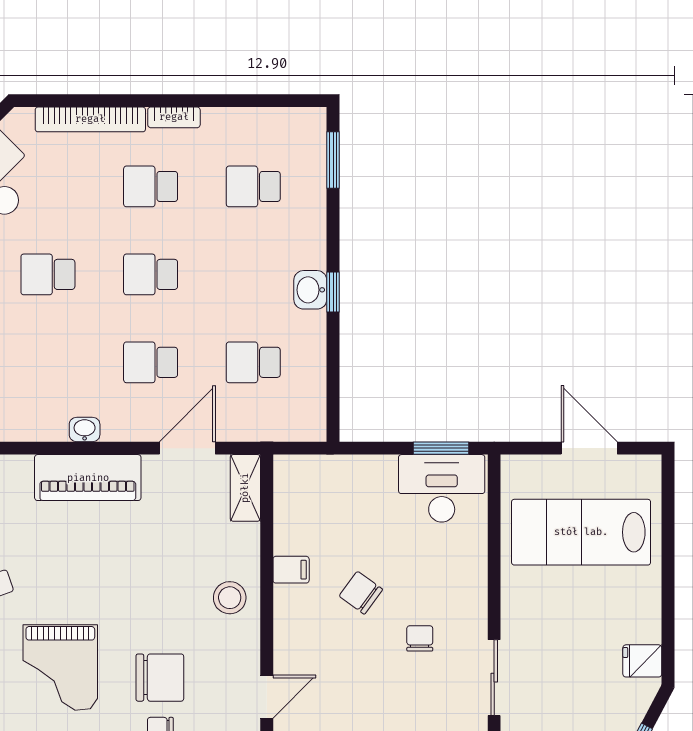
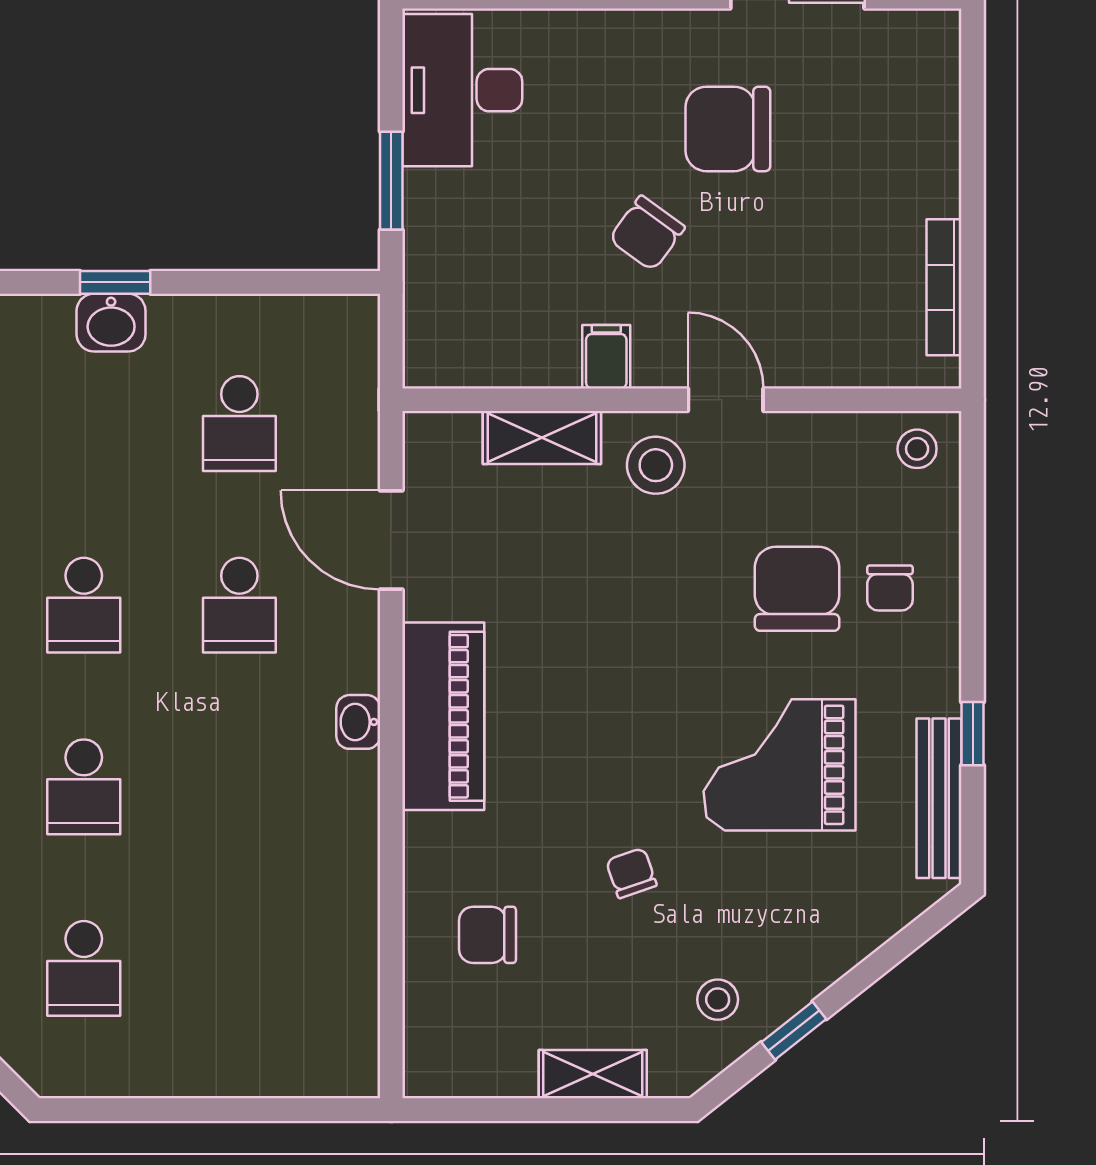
window: (441, 448) -> (391, 181), moved
shelving: (245, 488) -> (542, 438), moved
chair: (420, 638) -> (728, 129), width x1.87, depth x1.87
grand piano: (60, 668) -> (779, 765), turned 180
door: (267, 697) -> (726, 400), moved

